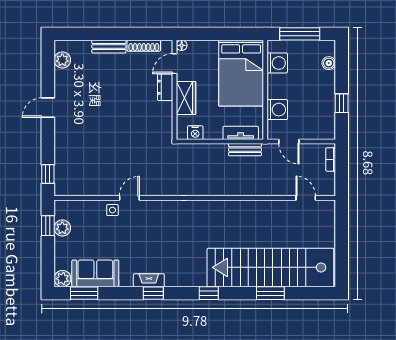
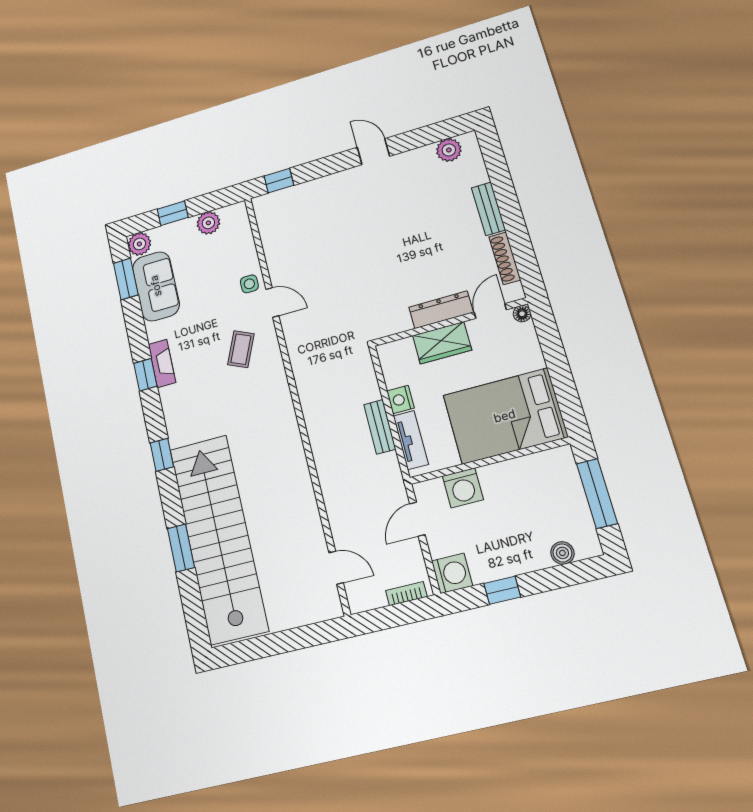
washing machine: (277, 63) -> (452, 573), moved, turned -90
door: (174, 64) -> (490, 311), hinge flipped
dresser: (165, 87) -> (441, 310), width x1.44
nightstand: (195, 133) -> (400, 400), moved
bench: (245, 150) -> (380, 427), moved
door: (306, 198) -> (336, 568), hinge flipped
window: (48, 226) -> (173, 213), moved
coffee table: (154, 226) -> (241, 349), added

